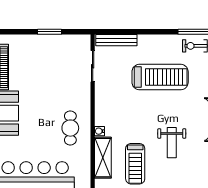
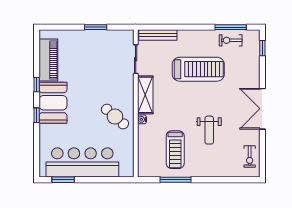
cafe table: (70, 128) -> (115, 117), turned -49
shelving: (103, 158) -> (145, 95), moved

